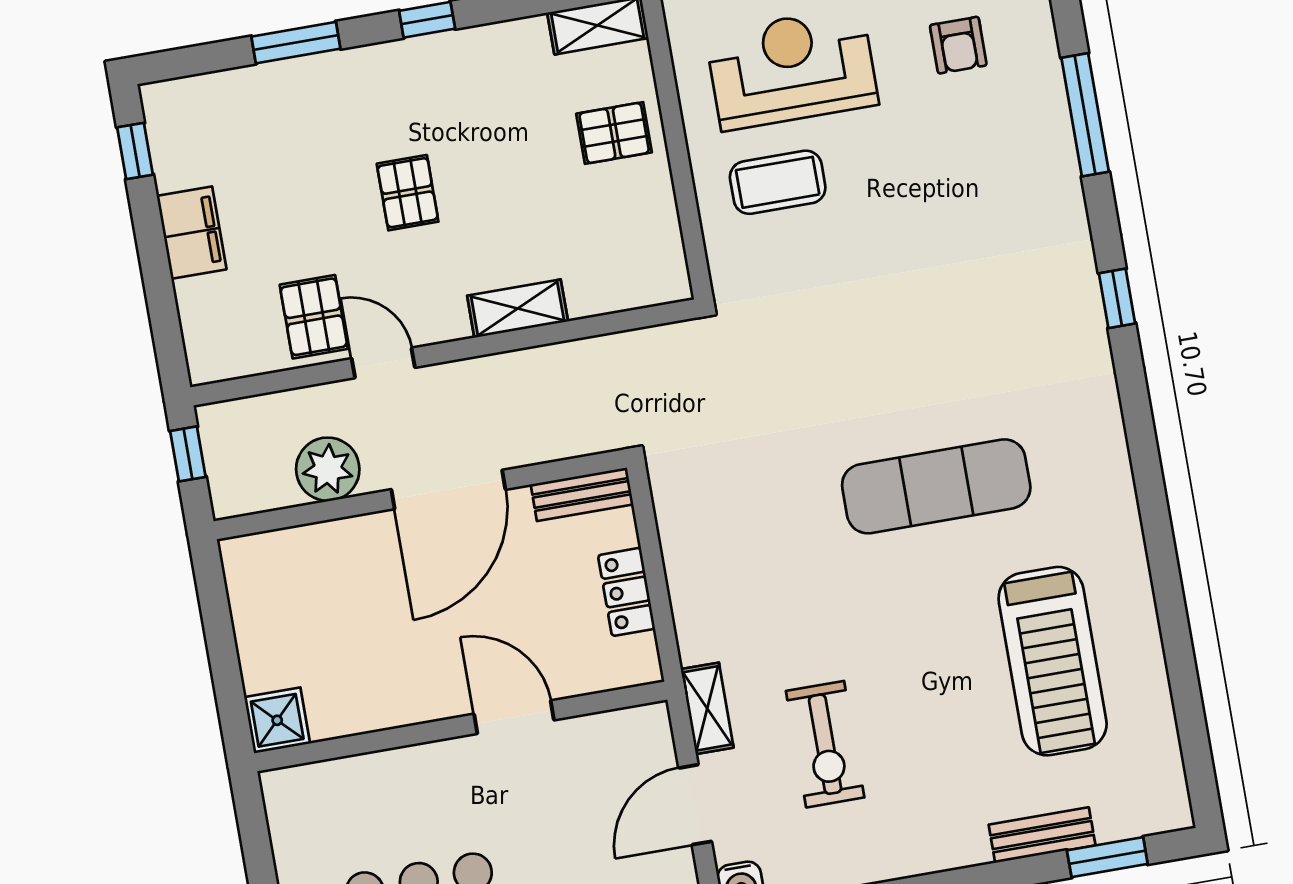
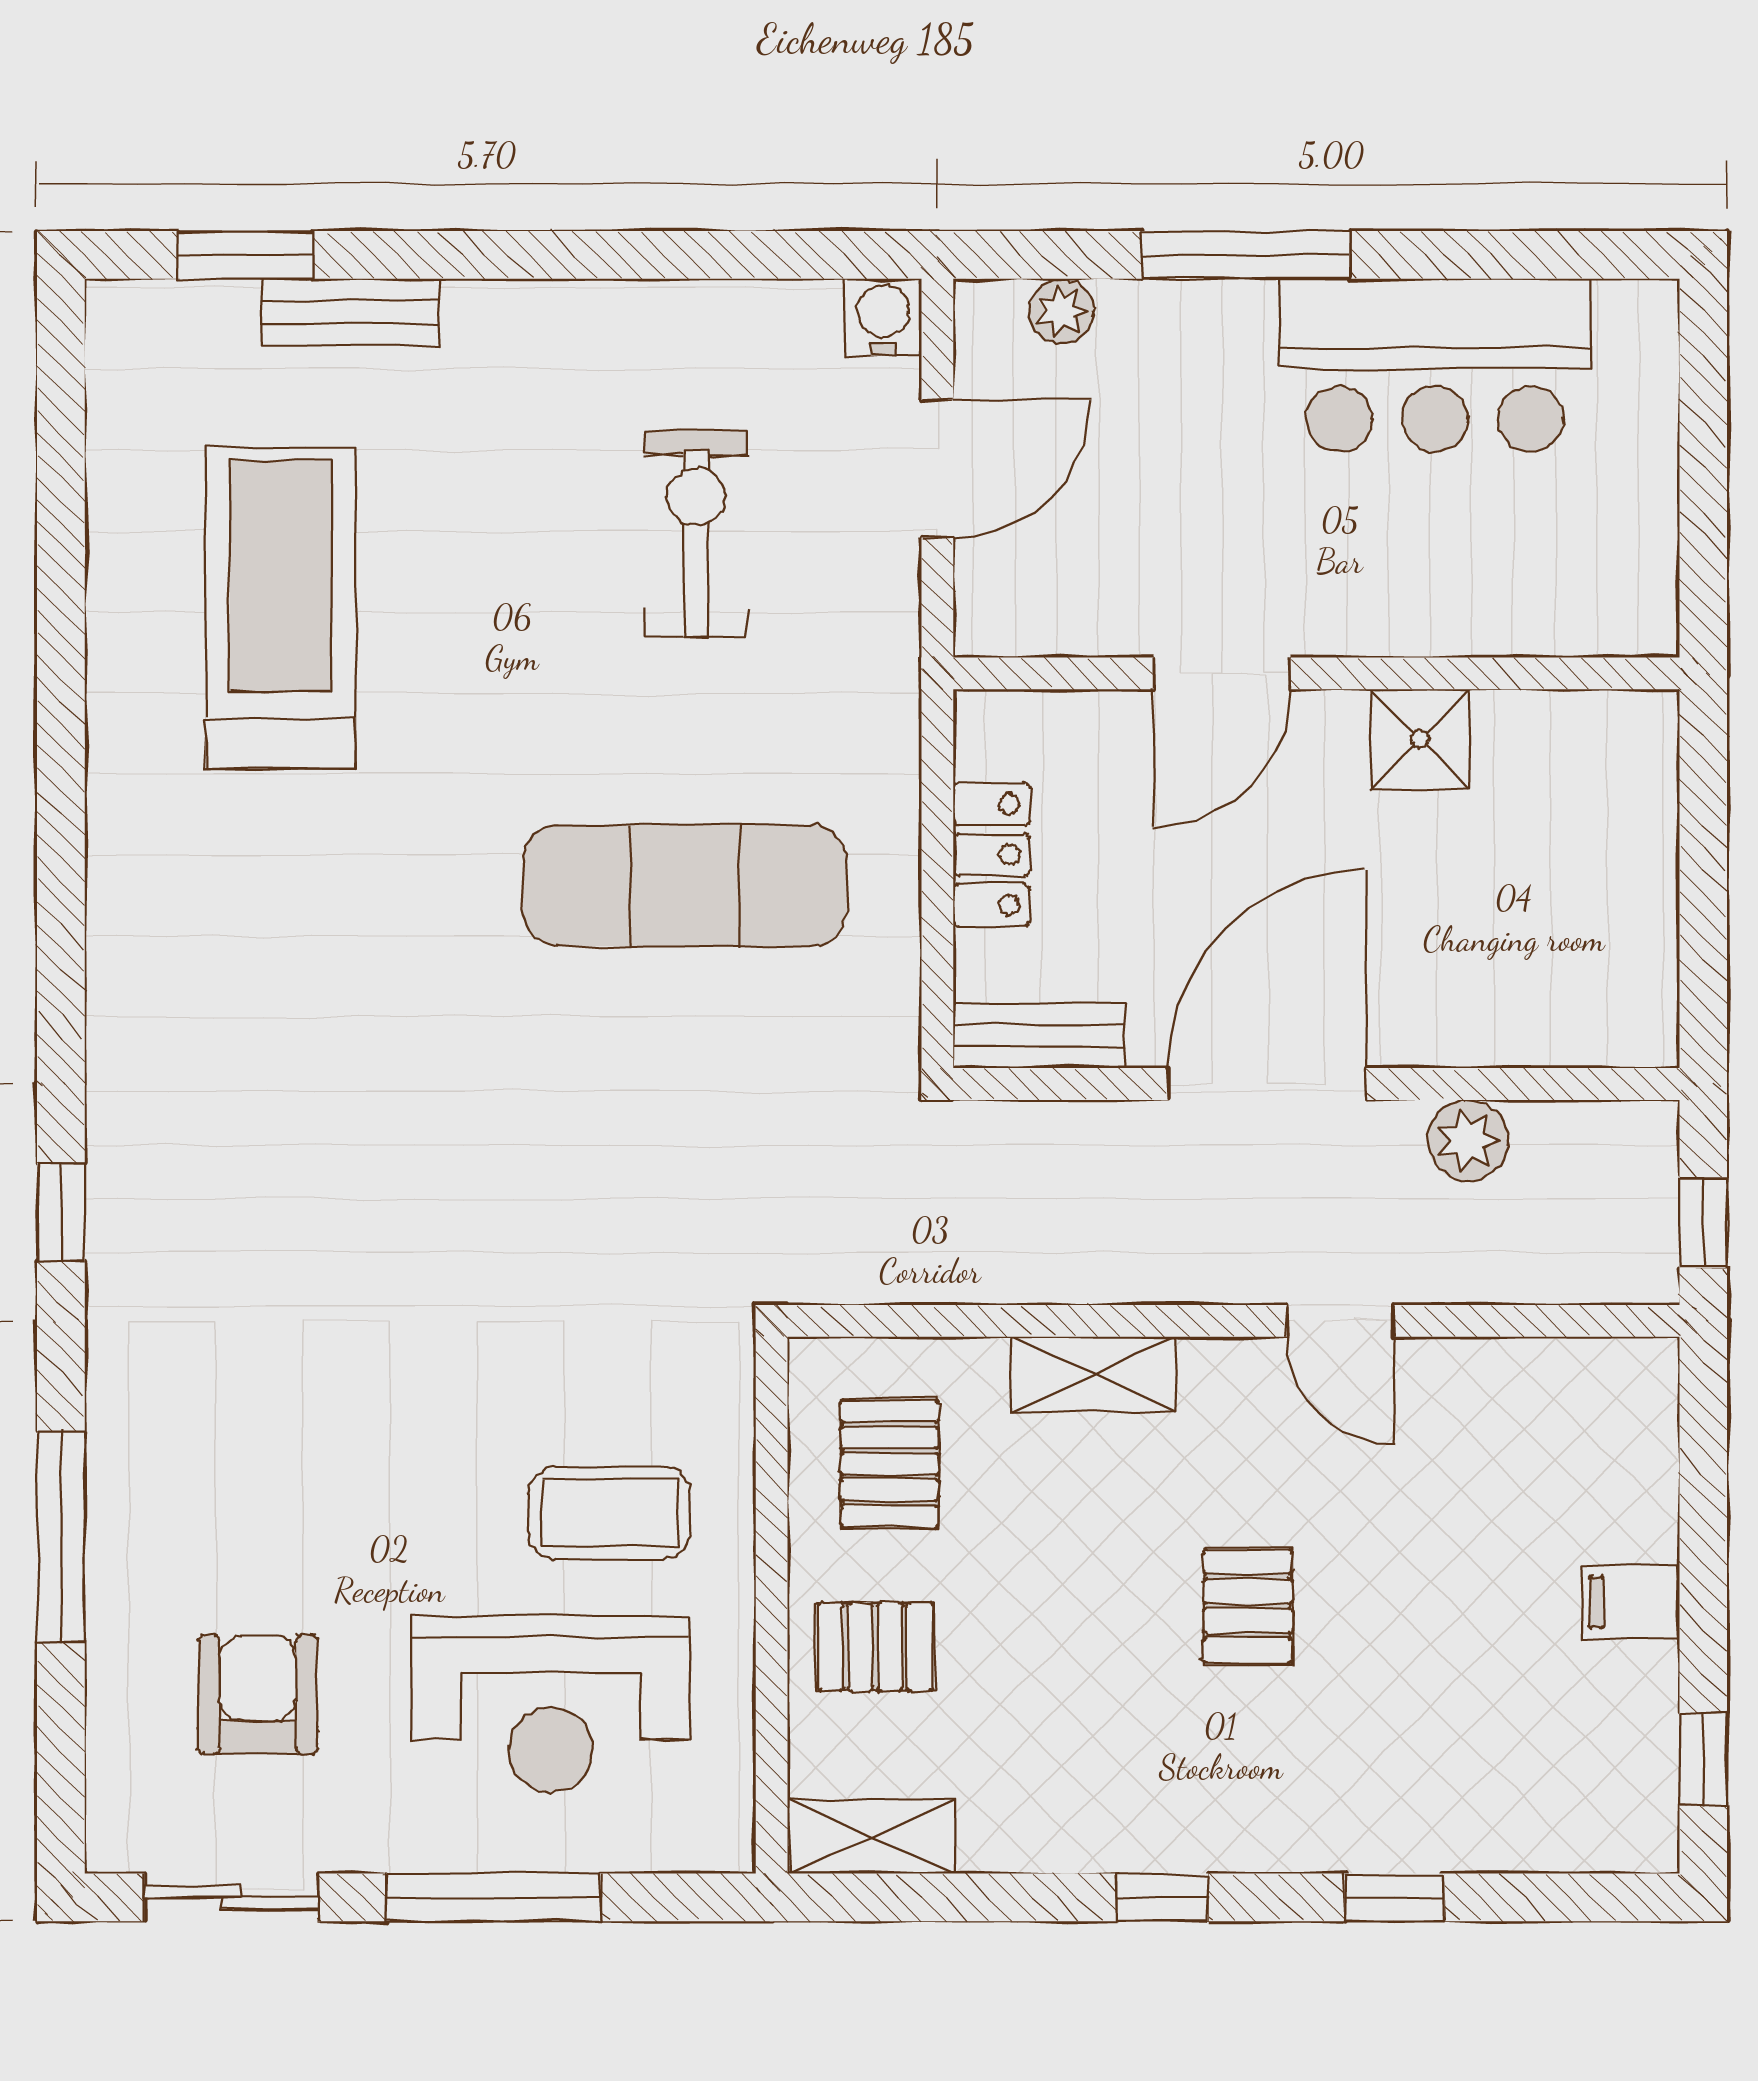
window: (296, 43) -> (1395, 1897), width x0.67
armchair: (958, 45) -> (258, 1694), width x1.38, depth x1.38
filing cabinet: (192, 233) -> (1631, 1602), width x0.50
pallet: (314, 317) -> (890, 1464), moved
plant: (328, 469) -> (1468, 1140), width x0.73, depth x0.73
exercise mat: (936, 486) -> (685, 885), moved
shelving: (707, 708) -> (888, 631), removed
door: (514, 717) -> (1222, 673), hinge flipped
shower: (277, 720) -> (1420, 739), moved

